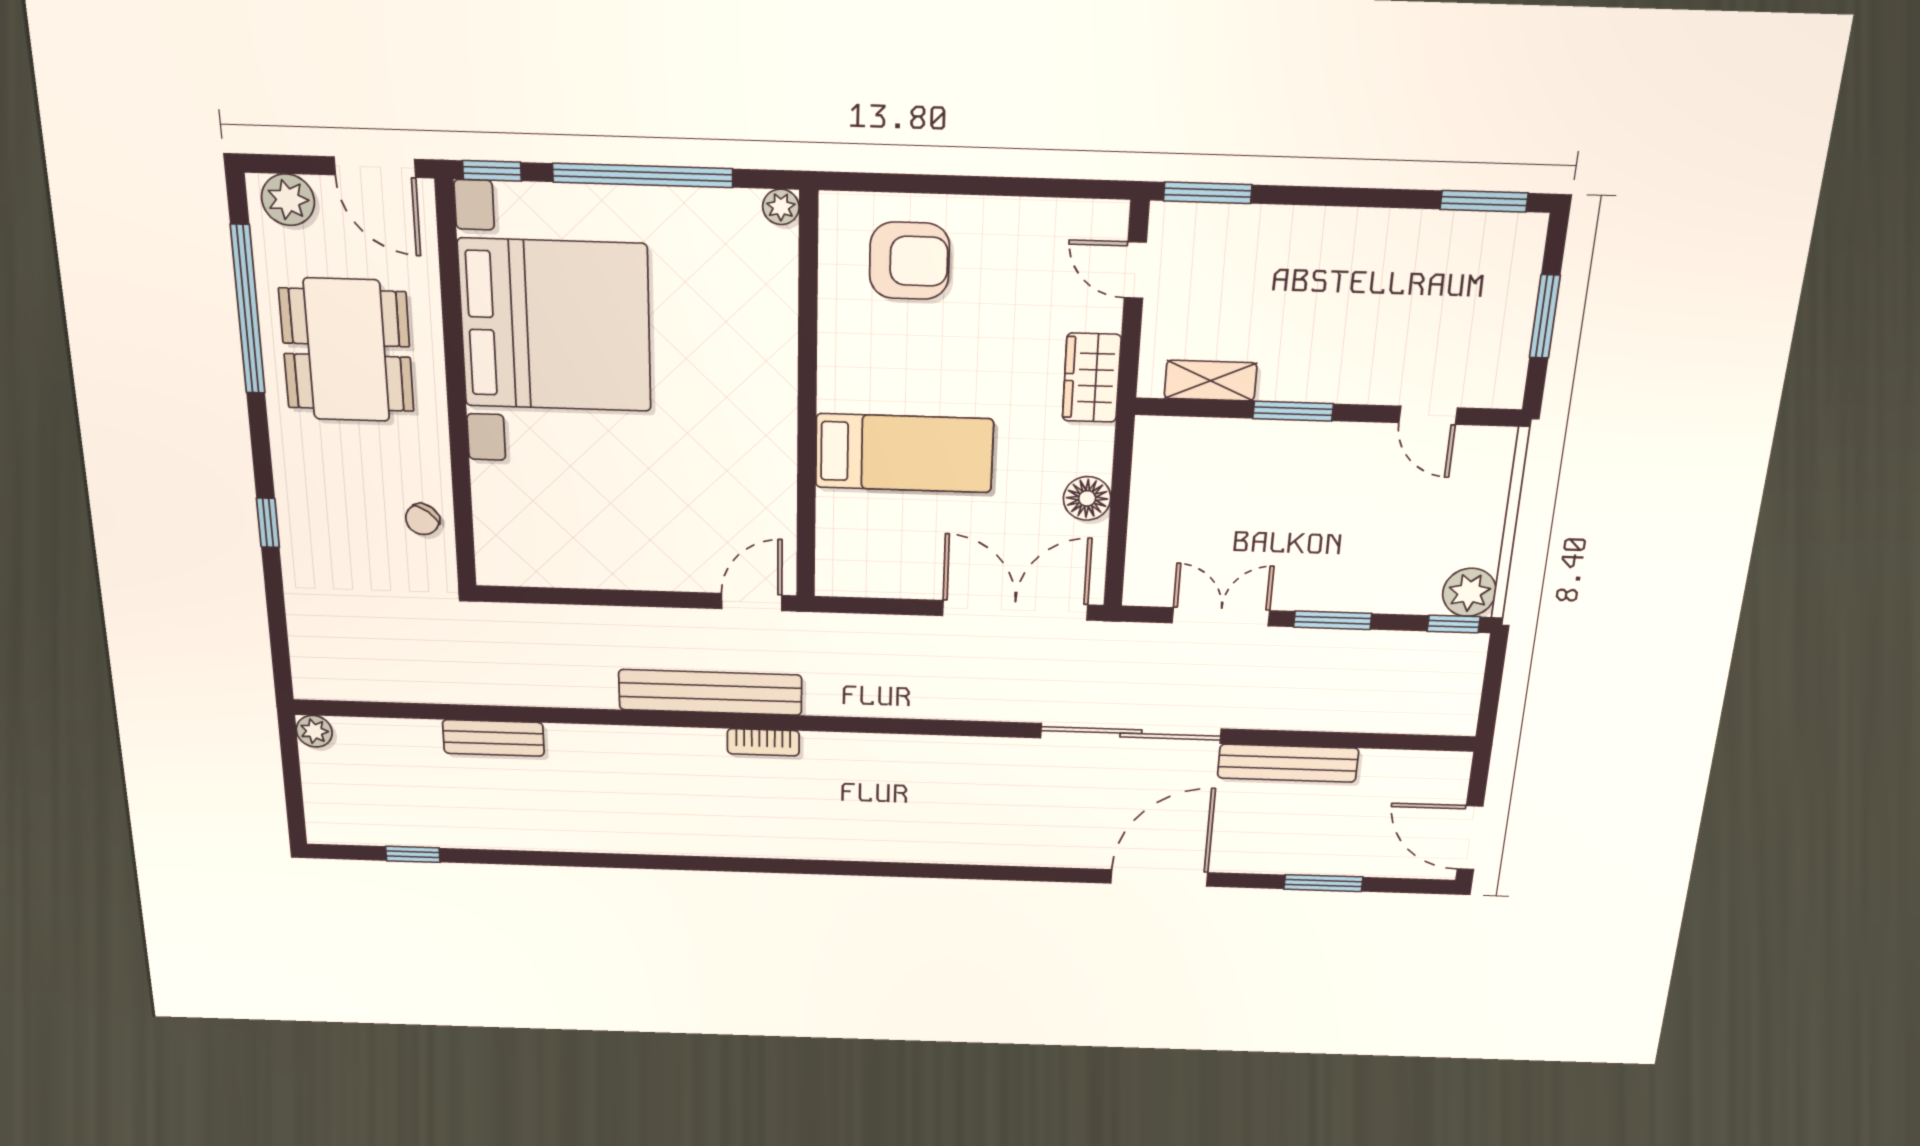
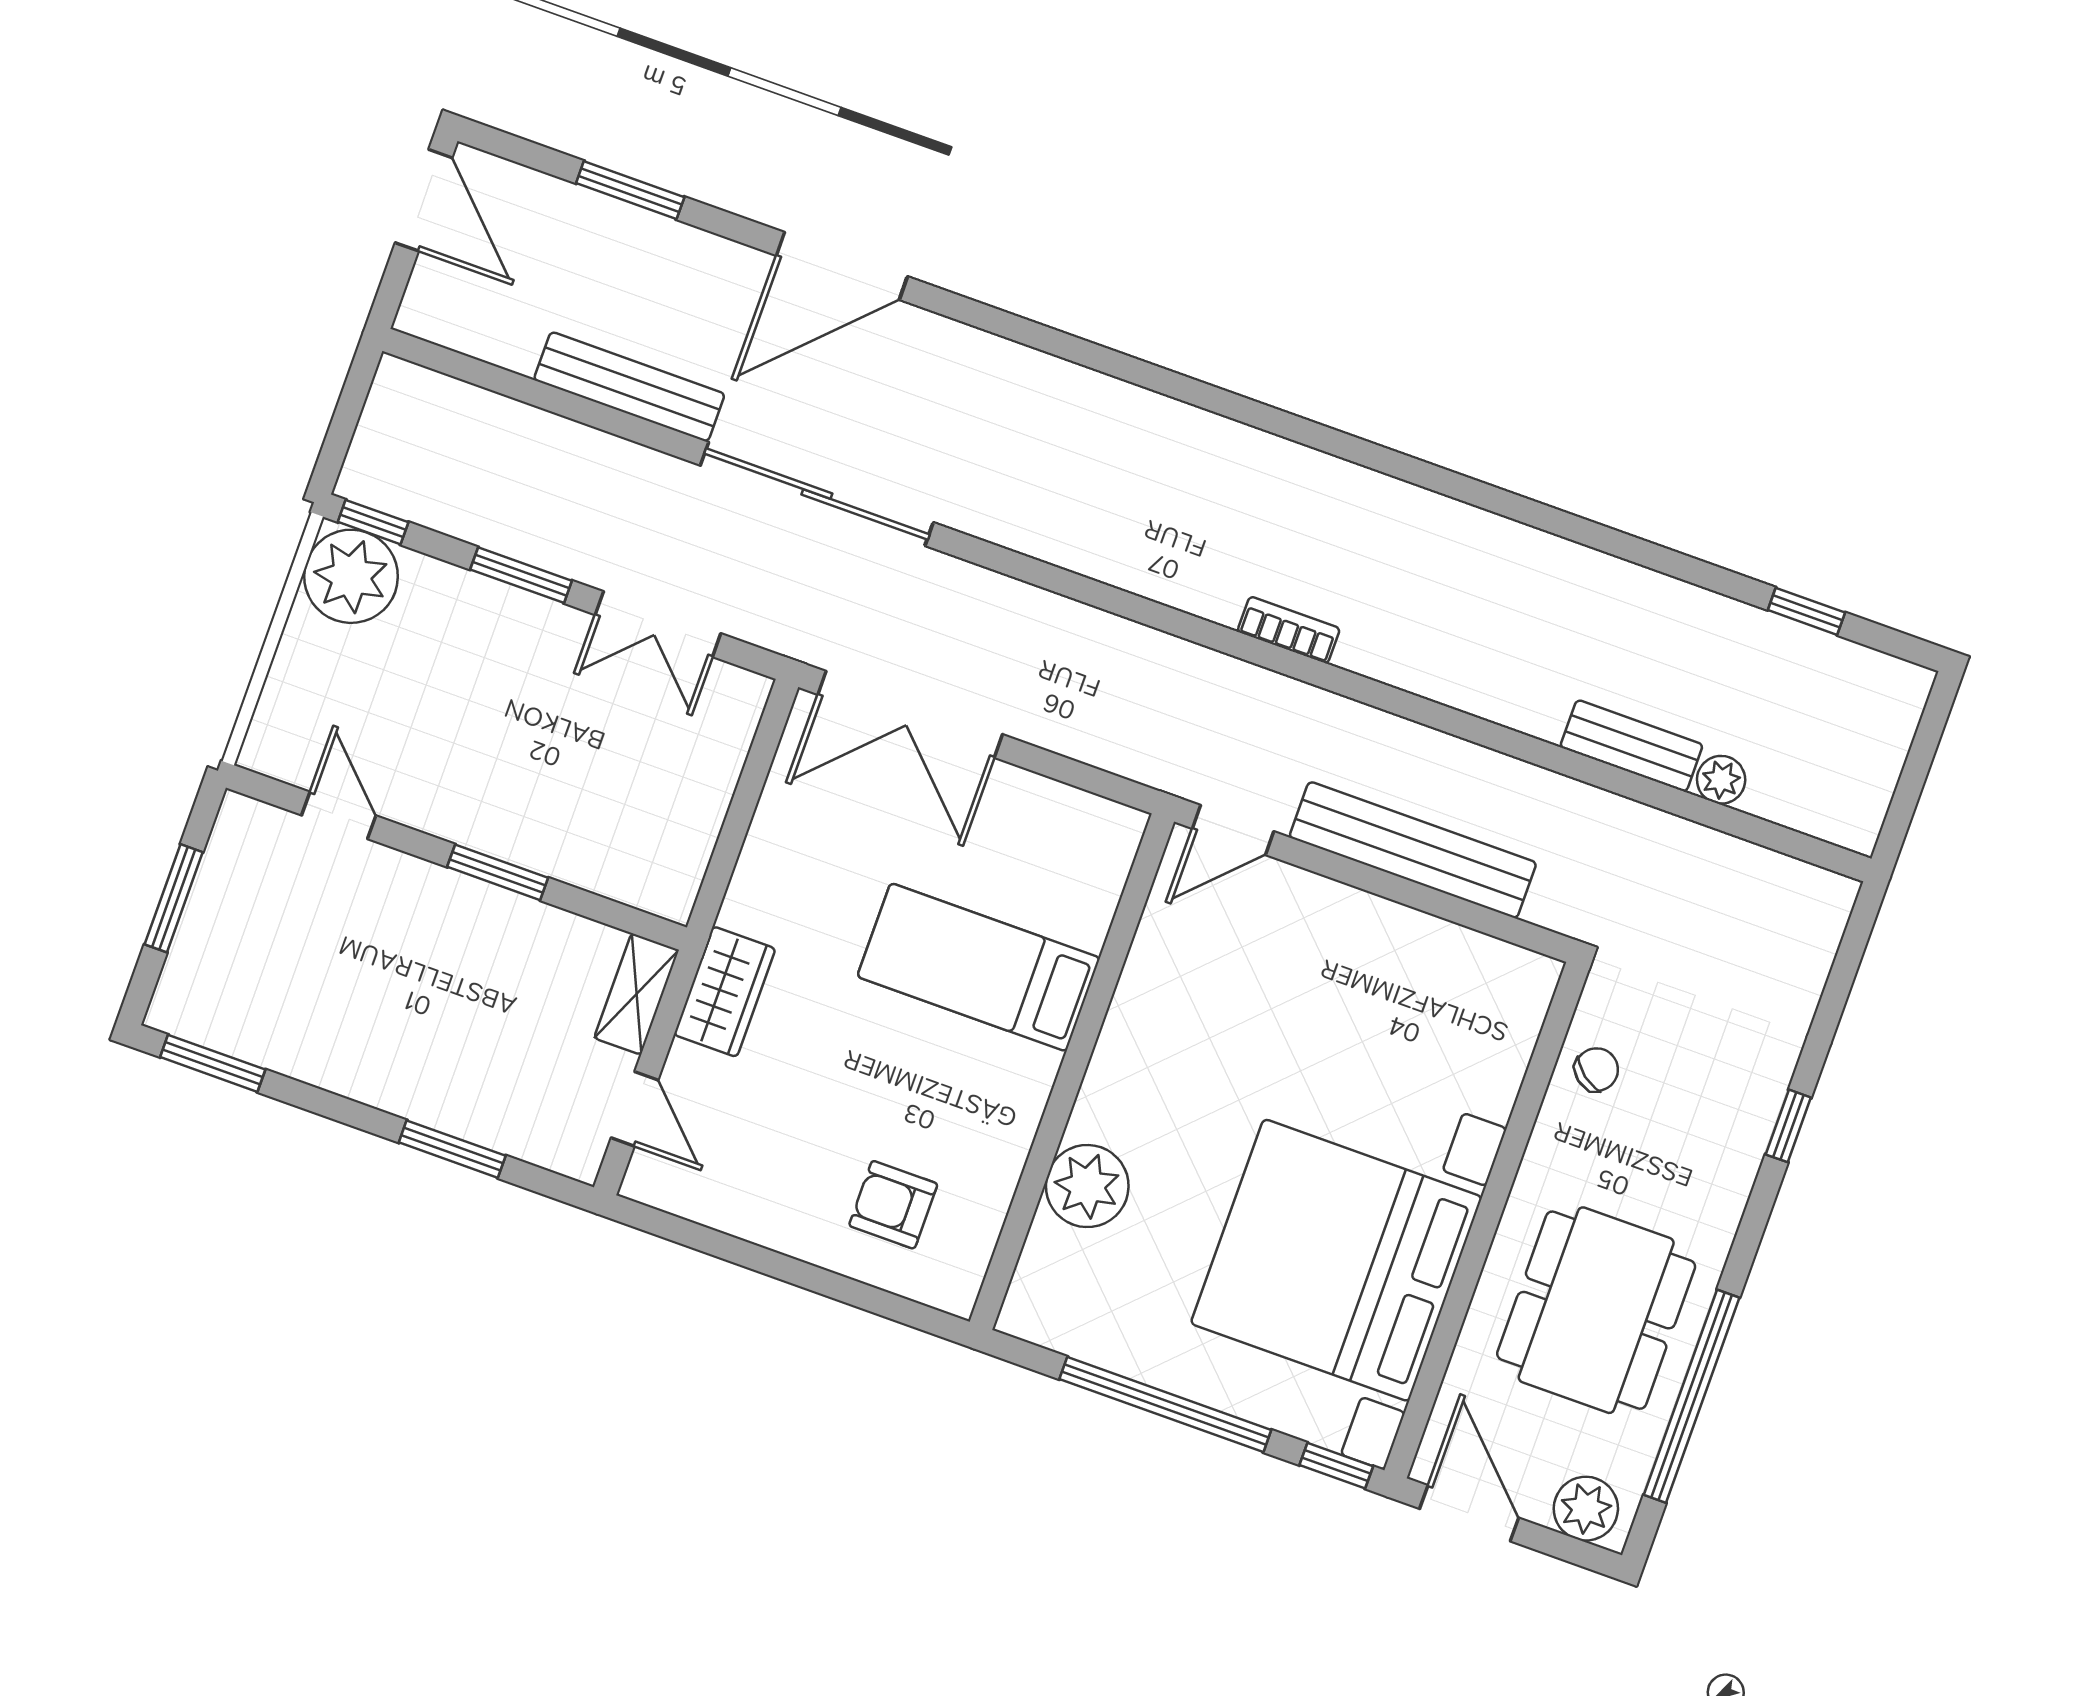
window: (1208, 193) -> (452, 1149), moved
plant: (781, 207) -> (1087, 1186), moved, width x1.87, depth x1.87
armchair: (909, 261) -> (893, 1205), width x0.72, depth x0.72
shelving: (1211, 381) -> (636, 994), moved, turned 90
floor lamp: (1087, 498) -> (776, 837), removed
plant: (1469, 592) -> (351, 576), width x1.36, depth x1.36
bench: (710, 692) -> (1413, 850), moved
plant: (314, 731) -> (1721, 780), moved

